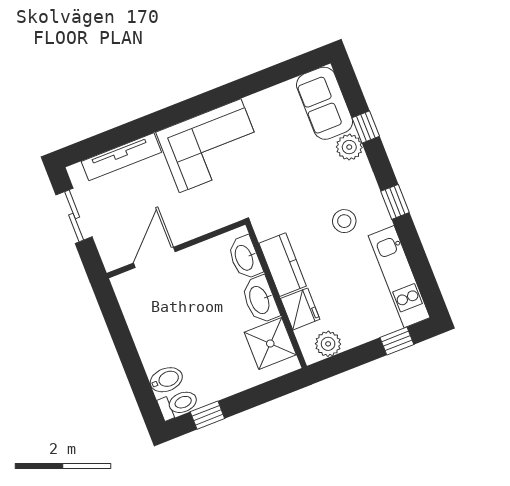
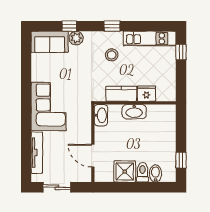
washbasin: (245, 257) -> (101, 115), moved, turned -90
shower: (270, 343) -> (125, 172), moved
plant: (328, 344) -> (169, 87), removed
toilet: (178, 404) -> (142, 172), moved

